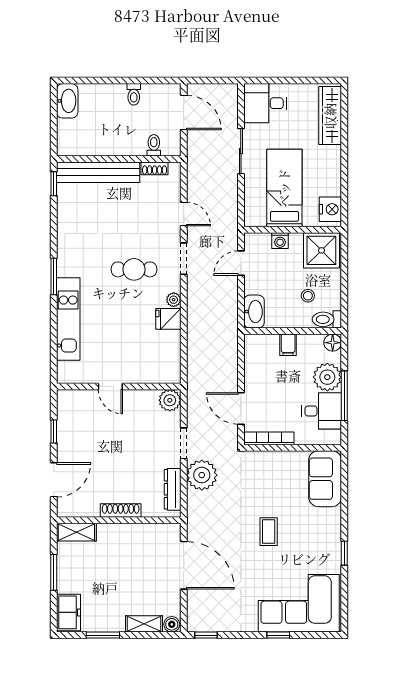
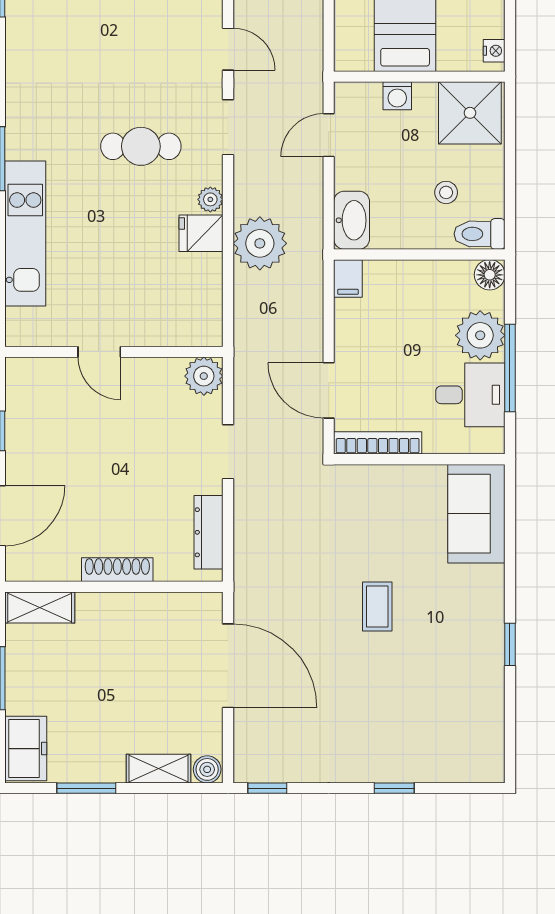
nightstand: (330, 209) -> (494, 51), width x0.53, depth x0.56
filing cabinet: (288, 345) -> (348, 278), moved
plant: (202, 475) -> (260, 243), moved
corner sofa: (299, 603) -> (430, 732), removed

